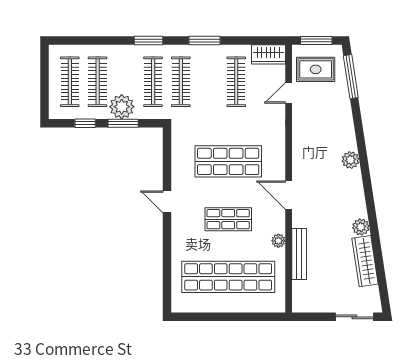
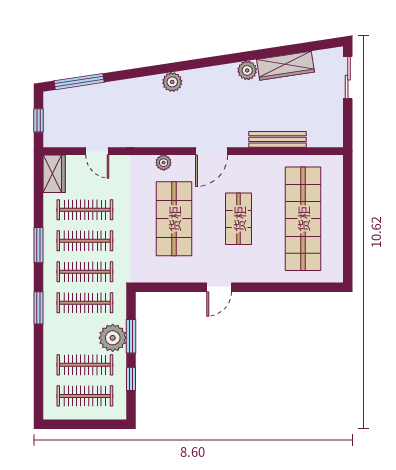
window: (316, 40) -> (39, 120), width x0.67
rug: (316, 69) -> (71, 121), removed
clothes rail: (209, 82) -> (85, 241), added
plant: (278, 241) -> (164, 163), moved

